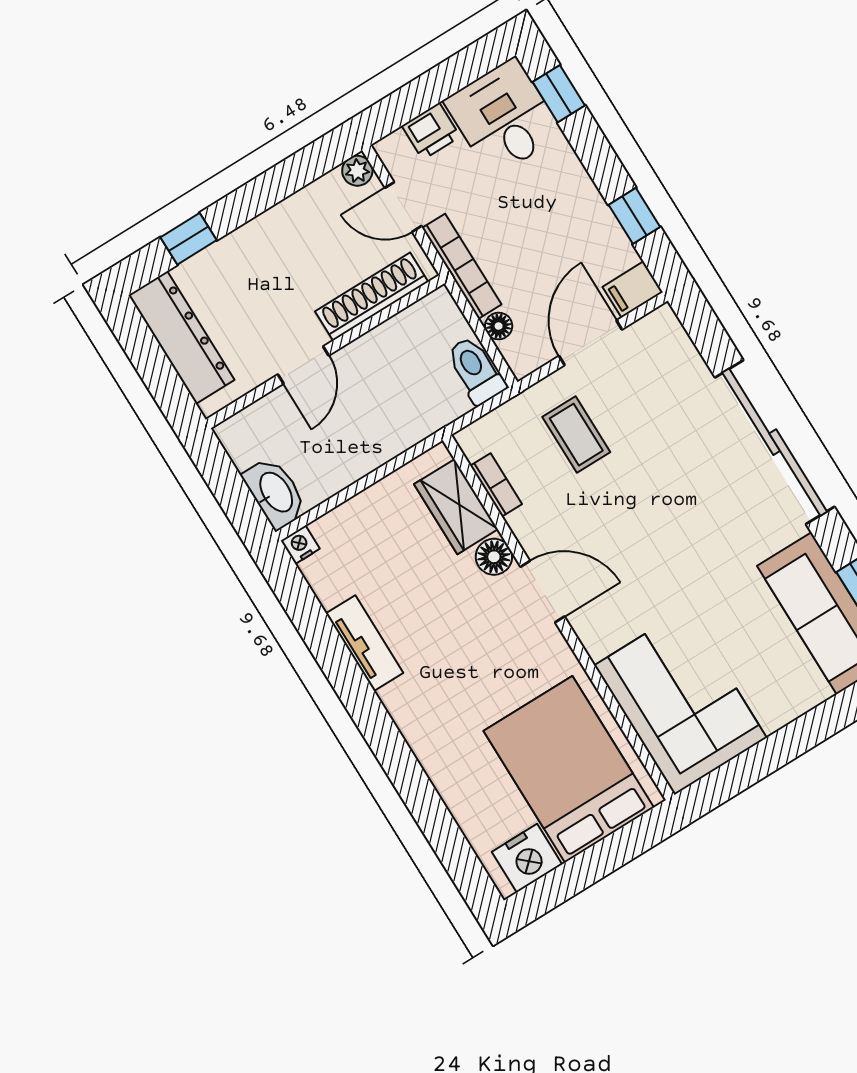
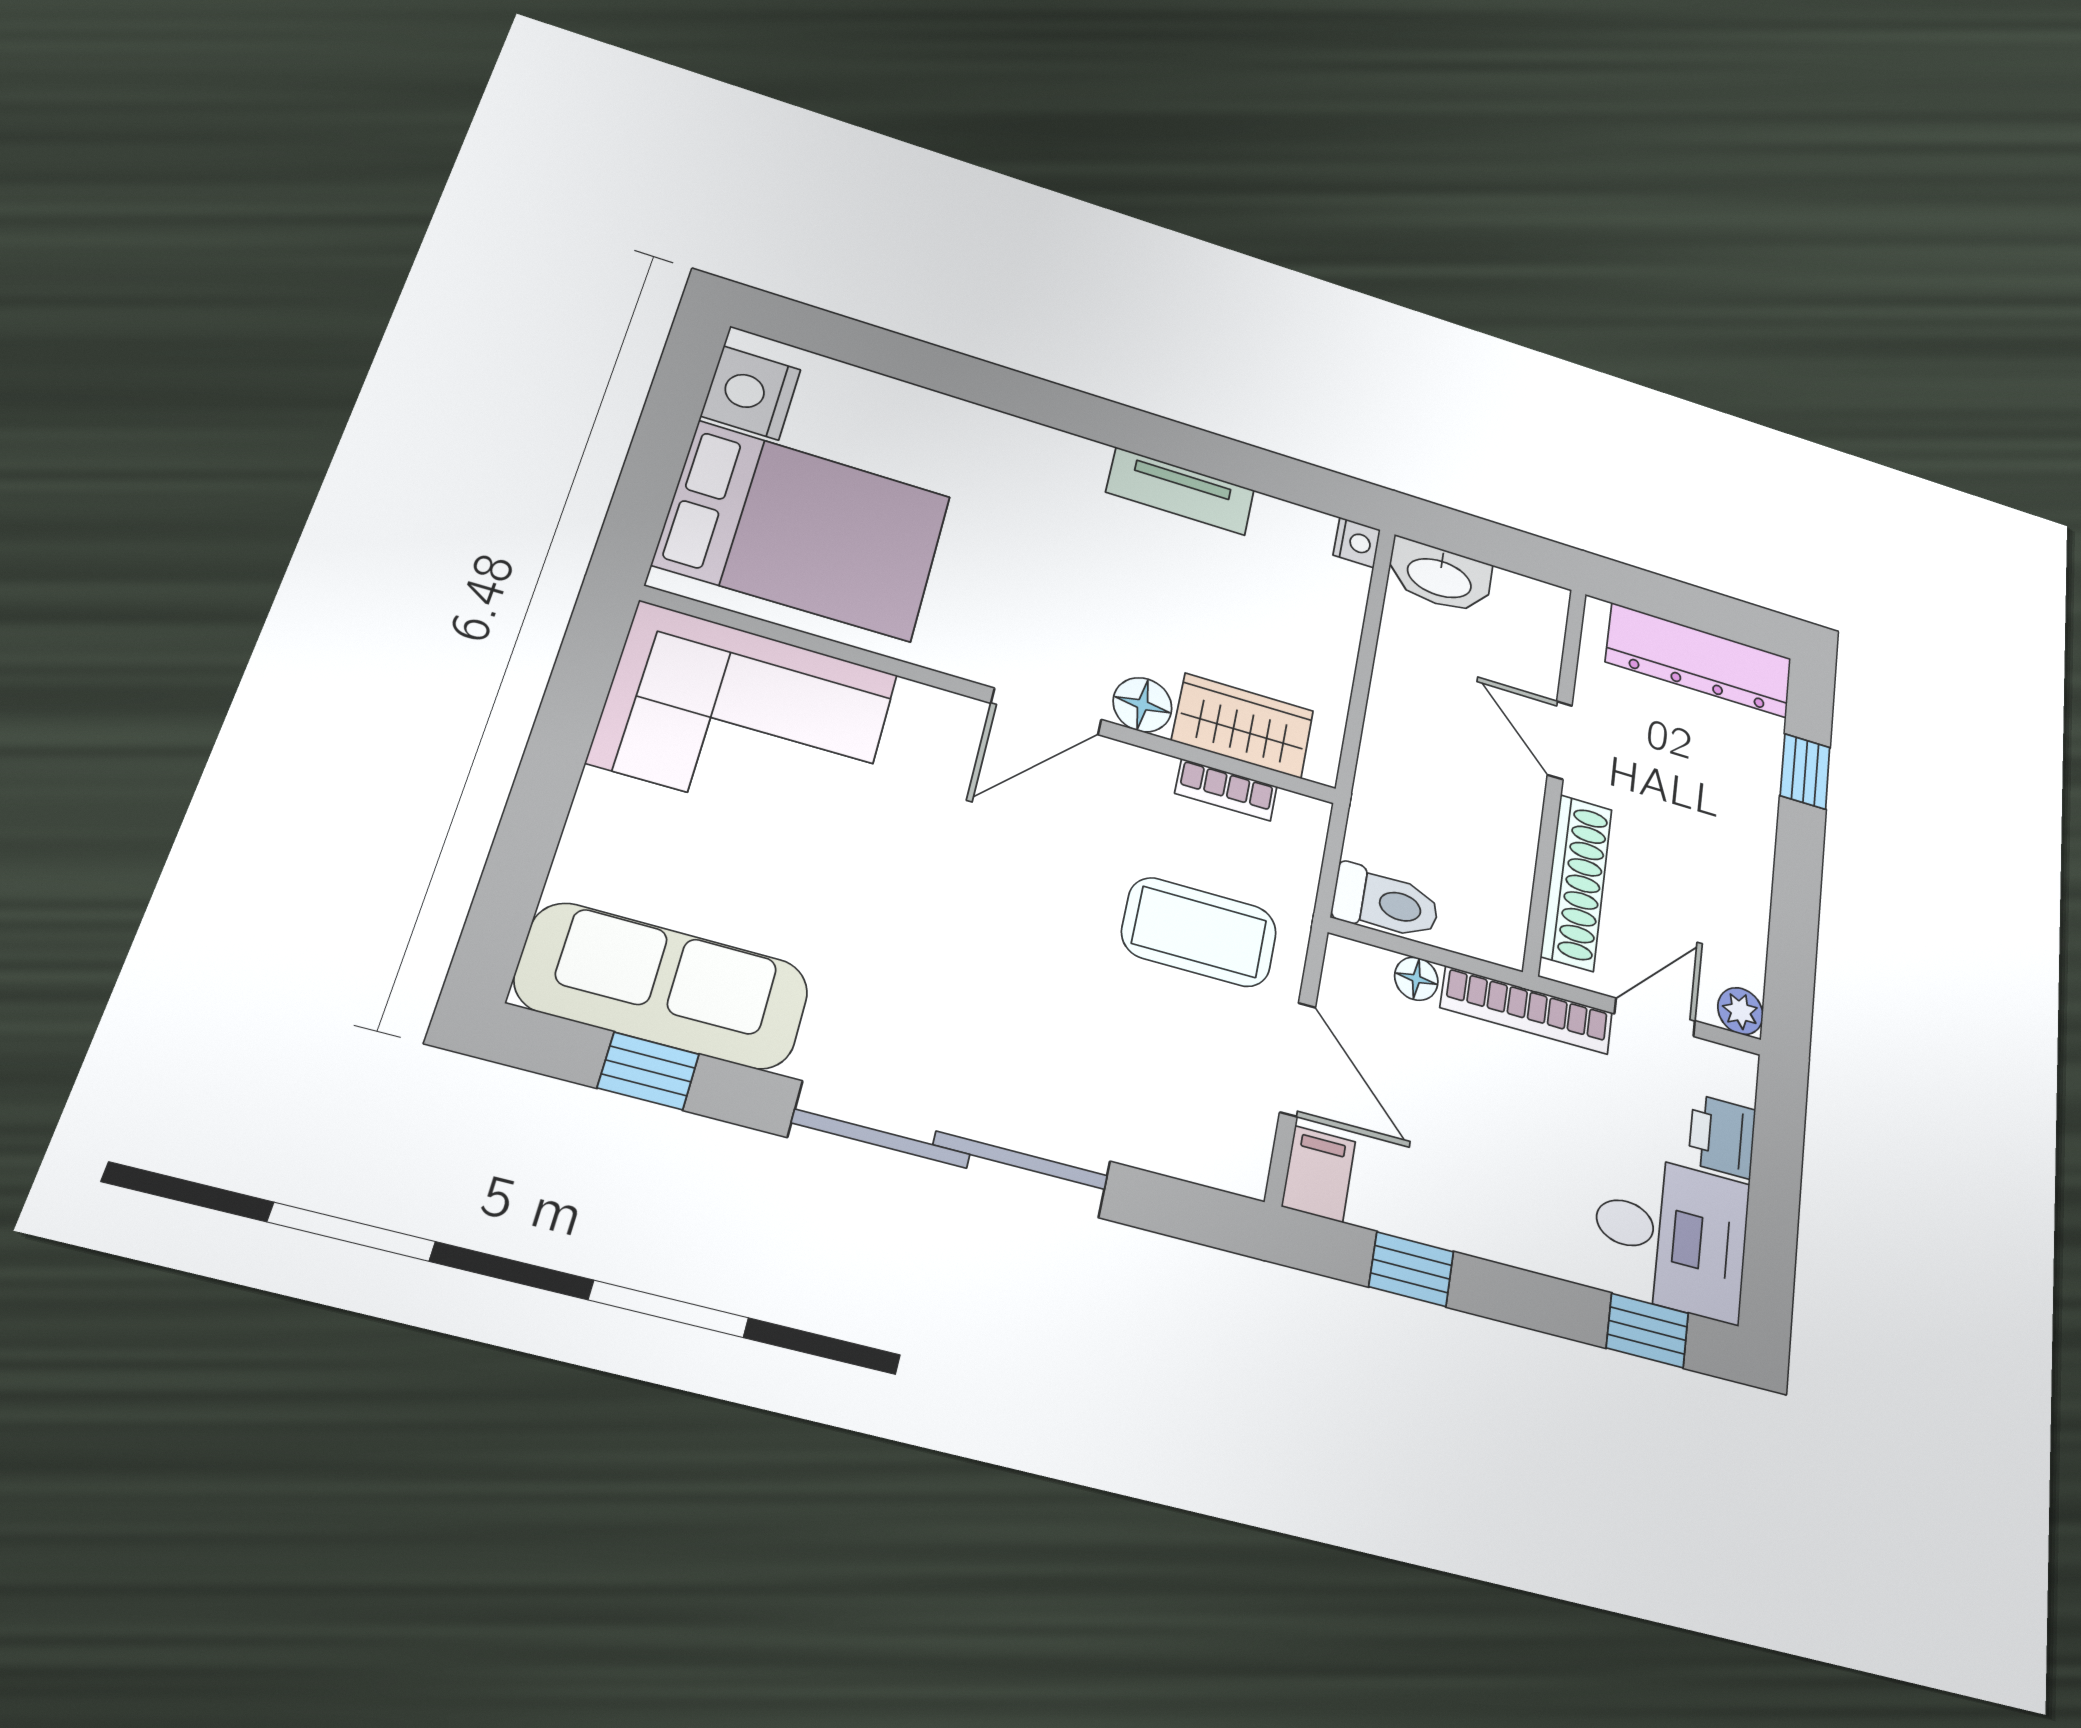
coffee table: (576, 435) -> (1199, 932), width x1.36, depth x1.30

